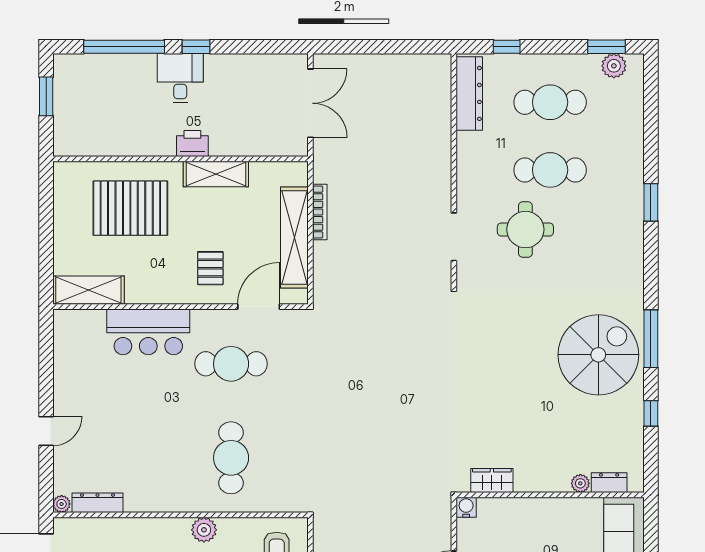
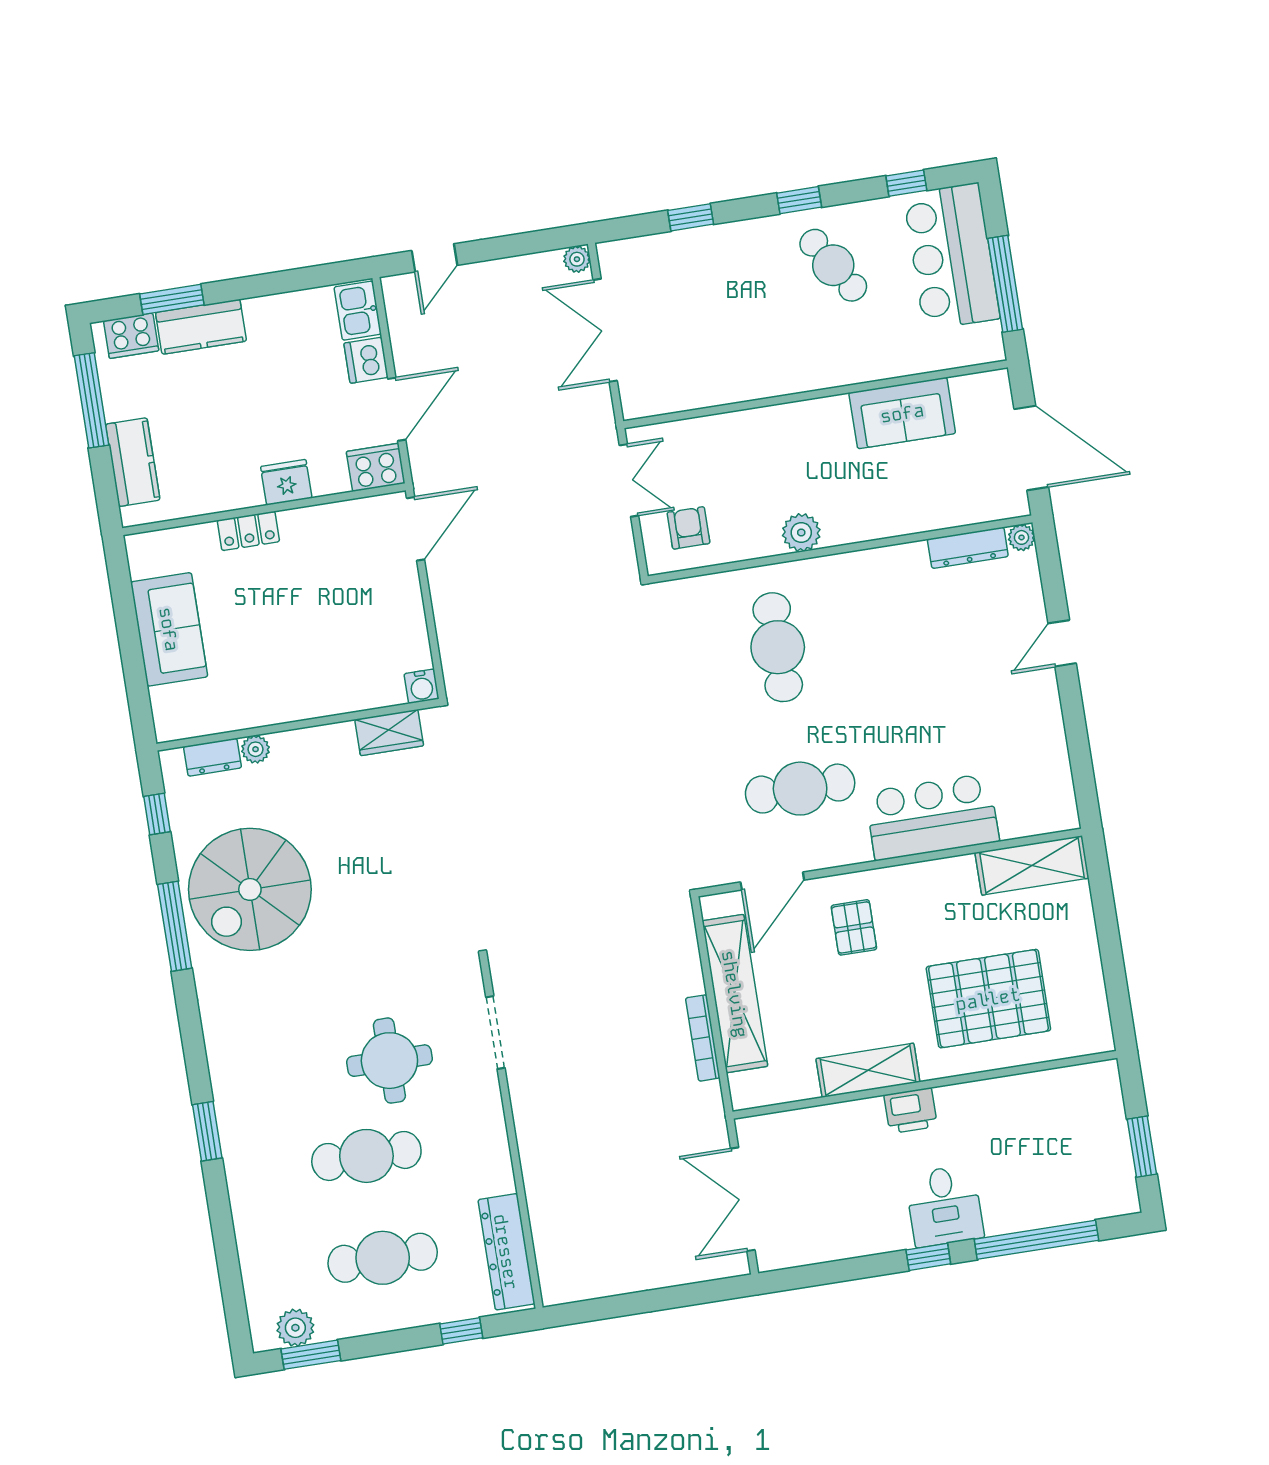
wardrobe: (492, 480) -> (389, 733), moved
plant: (580, 483) -> (256, 749), moved
dresser: (609, 483) -> (212, 757), moved
wall: (550, 495) -> (298, 725), moved
water cooler: (466, 507) -> (422, 686), moved

